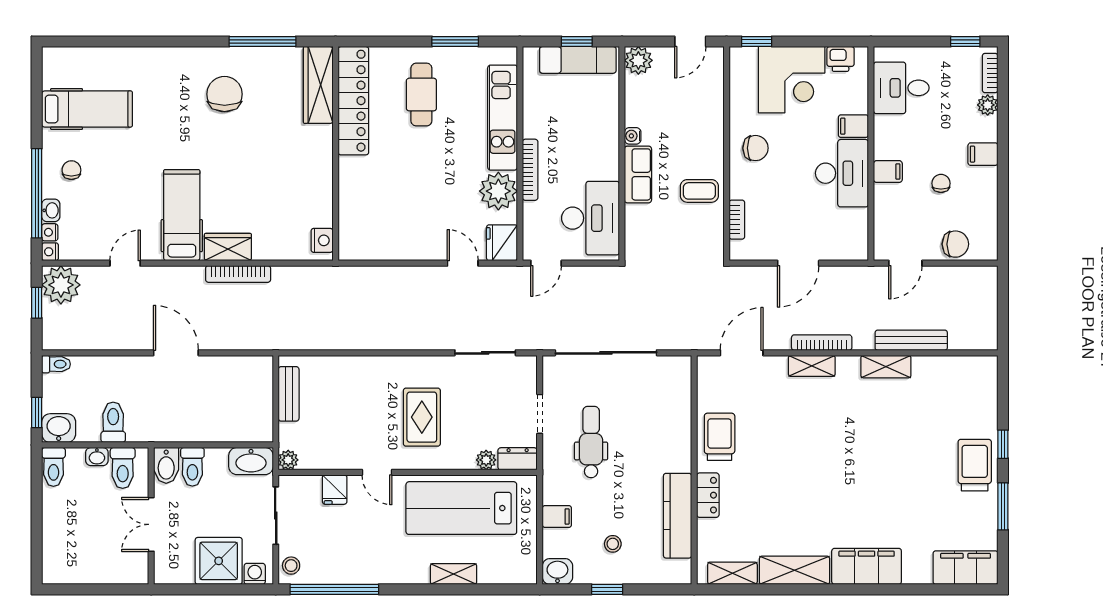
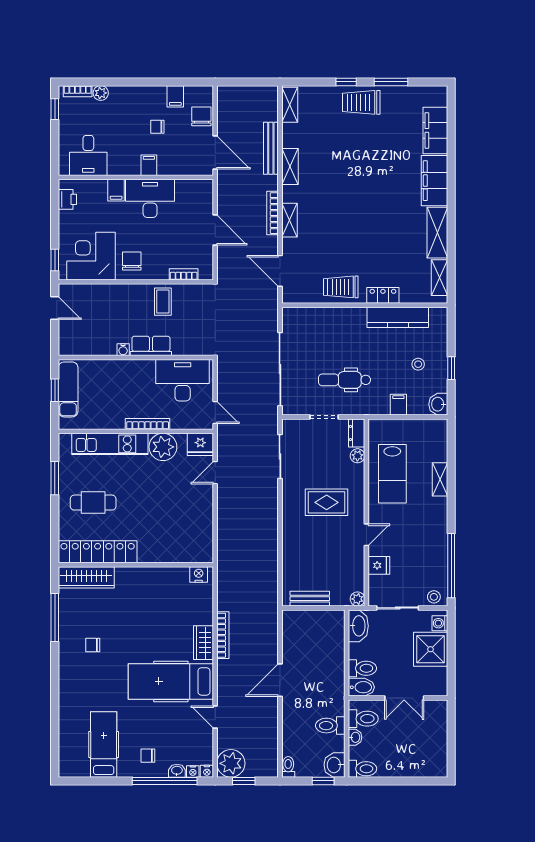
plant: (638, 60) -> (69, 346), removed
corner desk: (792, 80) -> (91, 256), moved, turned -90
chair: (225, 94) -> (93, 645), width x0.54, depth x0.54
filing cabinet: (983, 154) -> (175, 96), moved
hospital bed: (182, 215) -> (171, 681), width x1.37, depth x1.29
door: (905, 263) -> (215, 153), width x1.38
shelving: (971, 366) -> (290, 105), added
lab bench: (461, 508) -> (392, 474), width x0.73, depth x0.72
filing cabinet: (966, 568) -> (435, 130), moved

